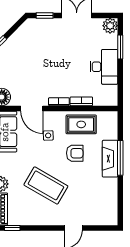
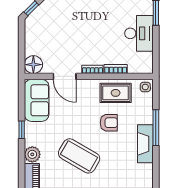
side table: (48, 135) -> (145, 87), moved
fireplace: (110, 159) -> (145, 144), moved

